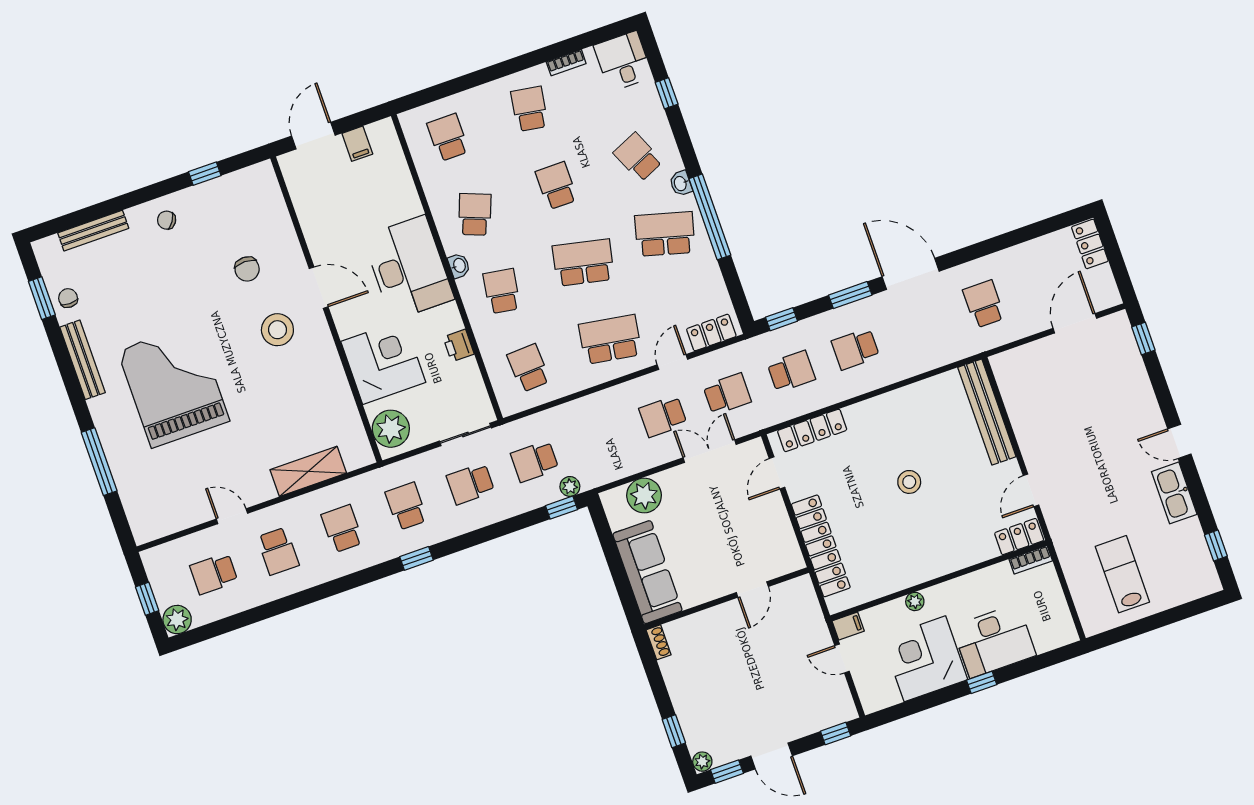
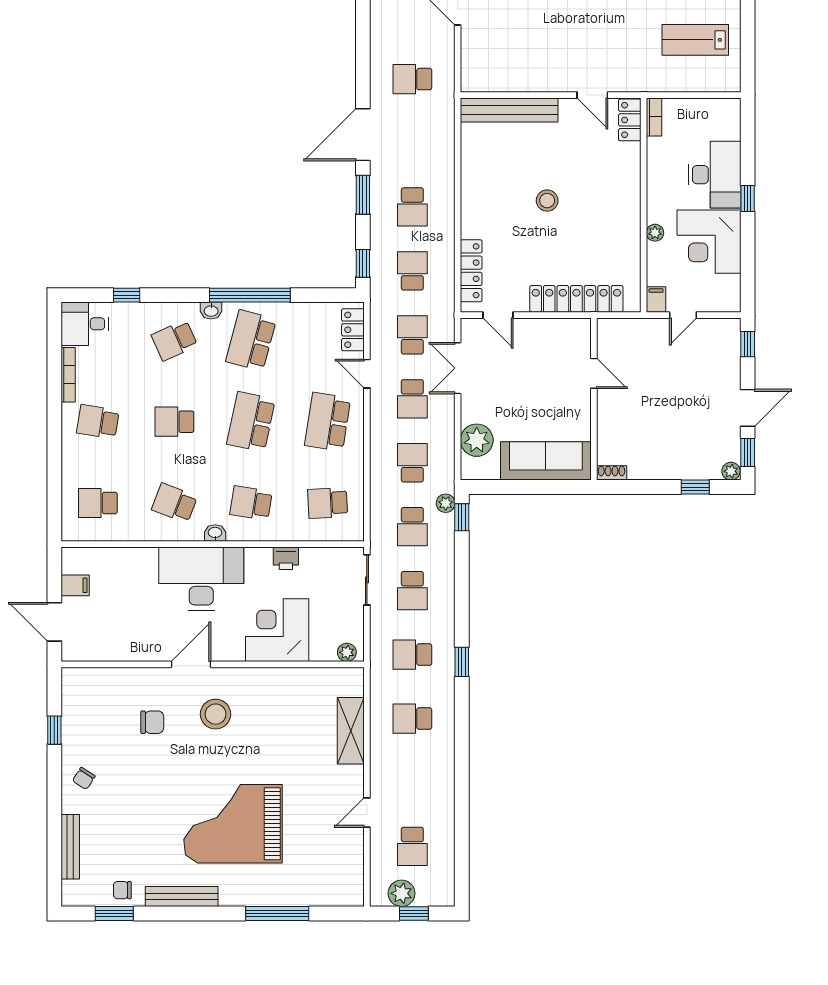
bookcase: (566, 63) -> (68, 375), width x1.56
plant: (391, 429) -> (347, 652), width x0.53, depth x0.53
school desk: (278, 551) -> (412, 463), moved, turned -90
plant: (177, 620) -> (402, 893), moved

